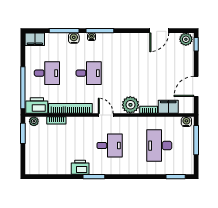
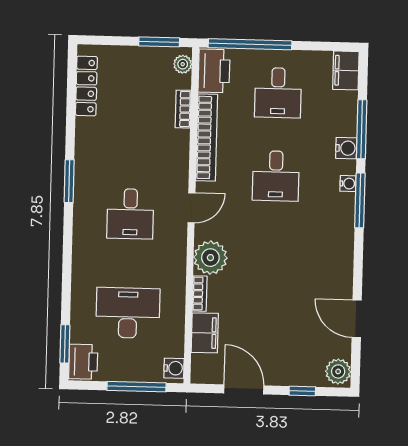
window: (196, 44) -> (302, 391), moved
printer: (80, 167) -> (83, 362), moved
locker: (46, 169) -> (86, 86), added

